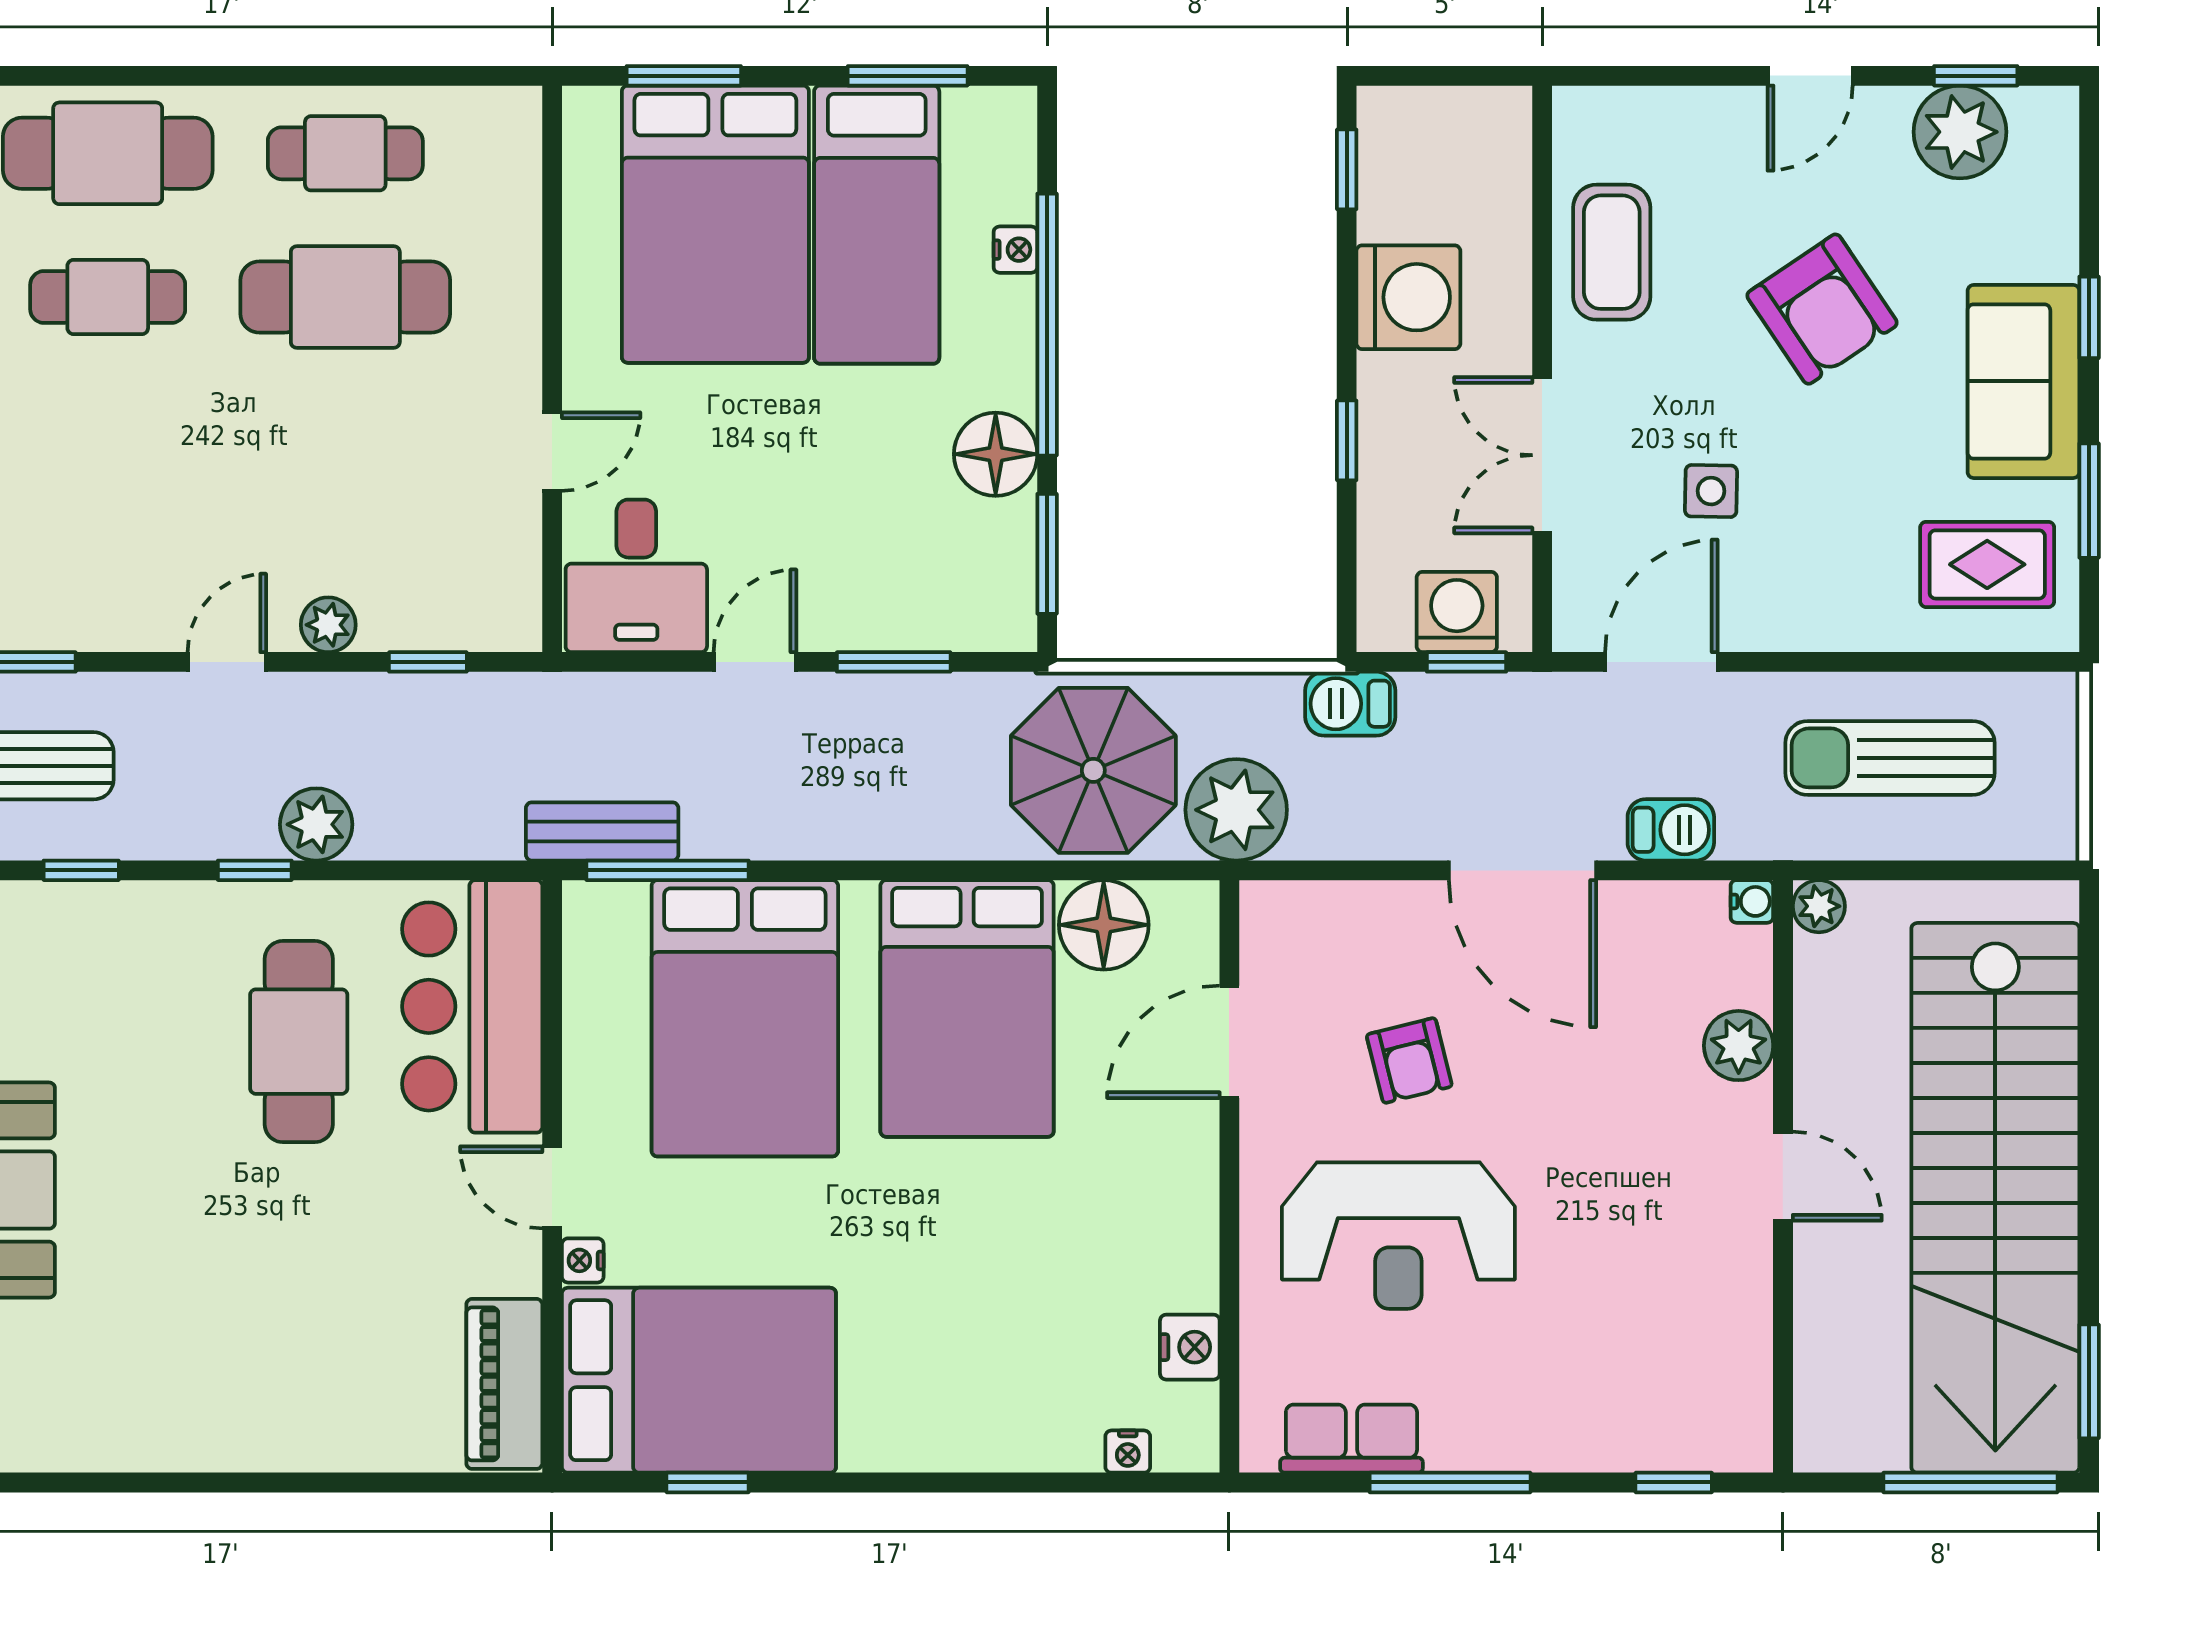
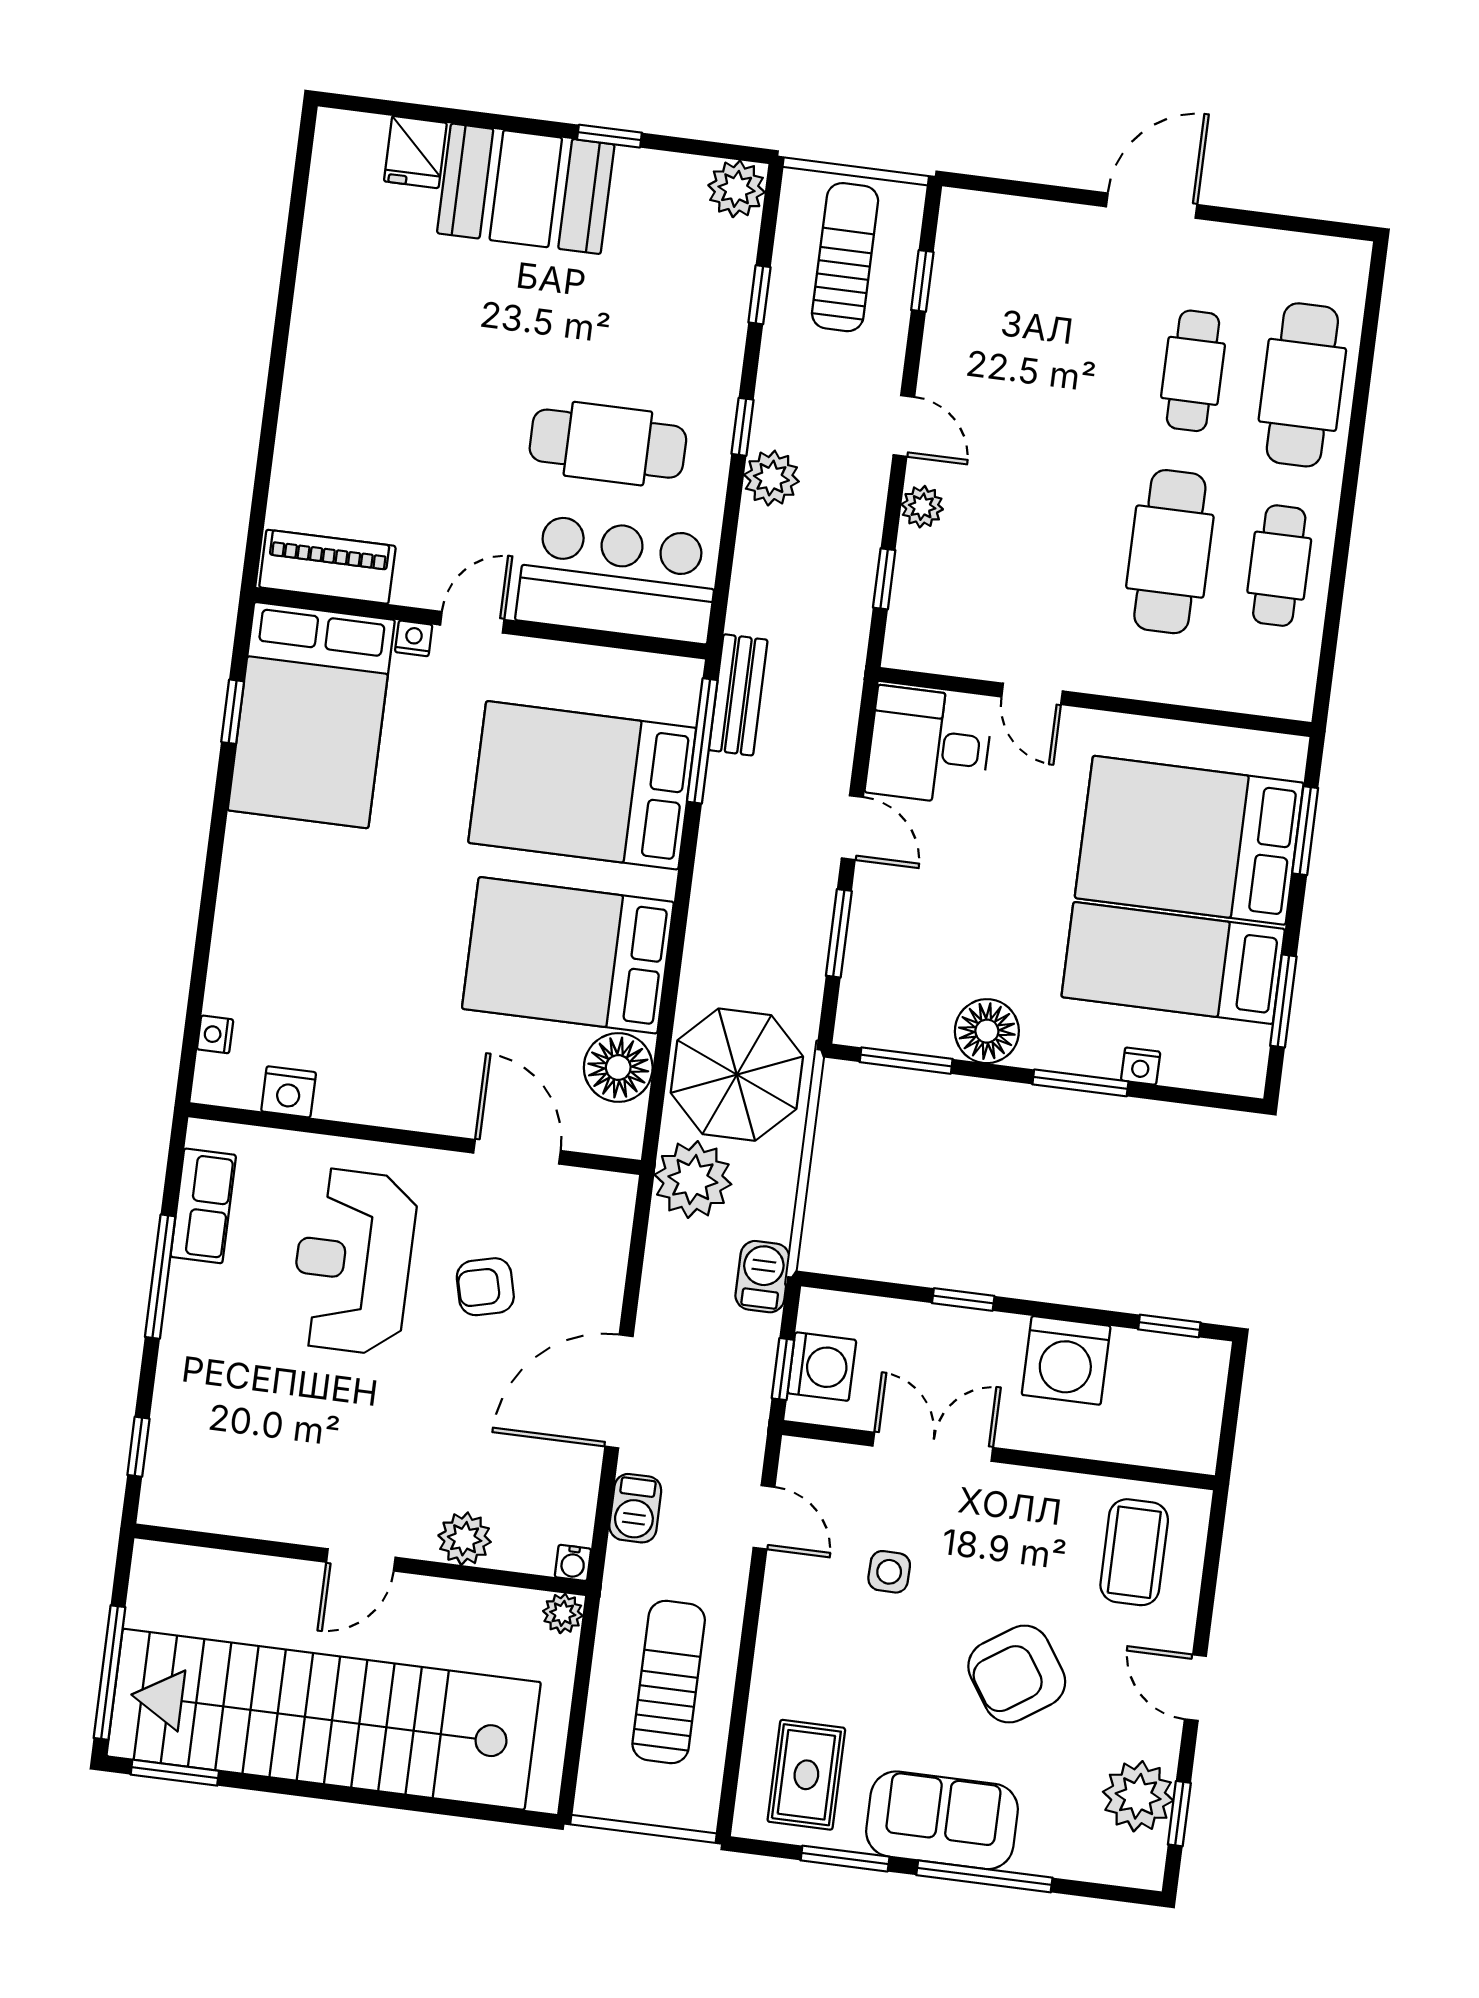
coffee table: (1612, 252) -> (1134, 1552), moved, turned 90
window: (2089, 317) -> (984, 1876), width x2.17
window: (1047, 325) -> (1080, 1083), width x0.47
door: (1661, 662) -> (764, 1517), width x0.73

